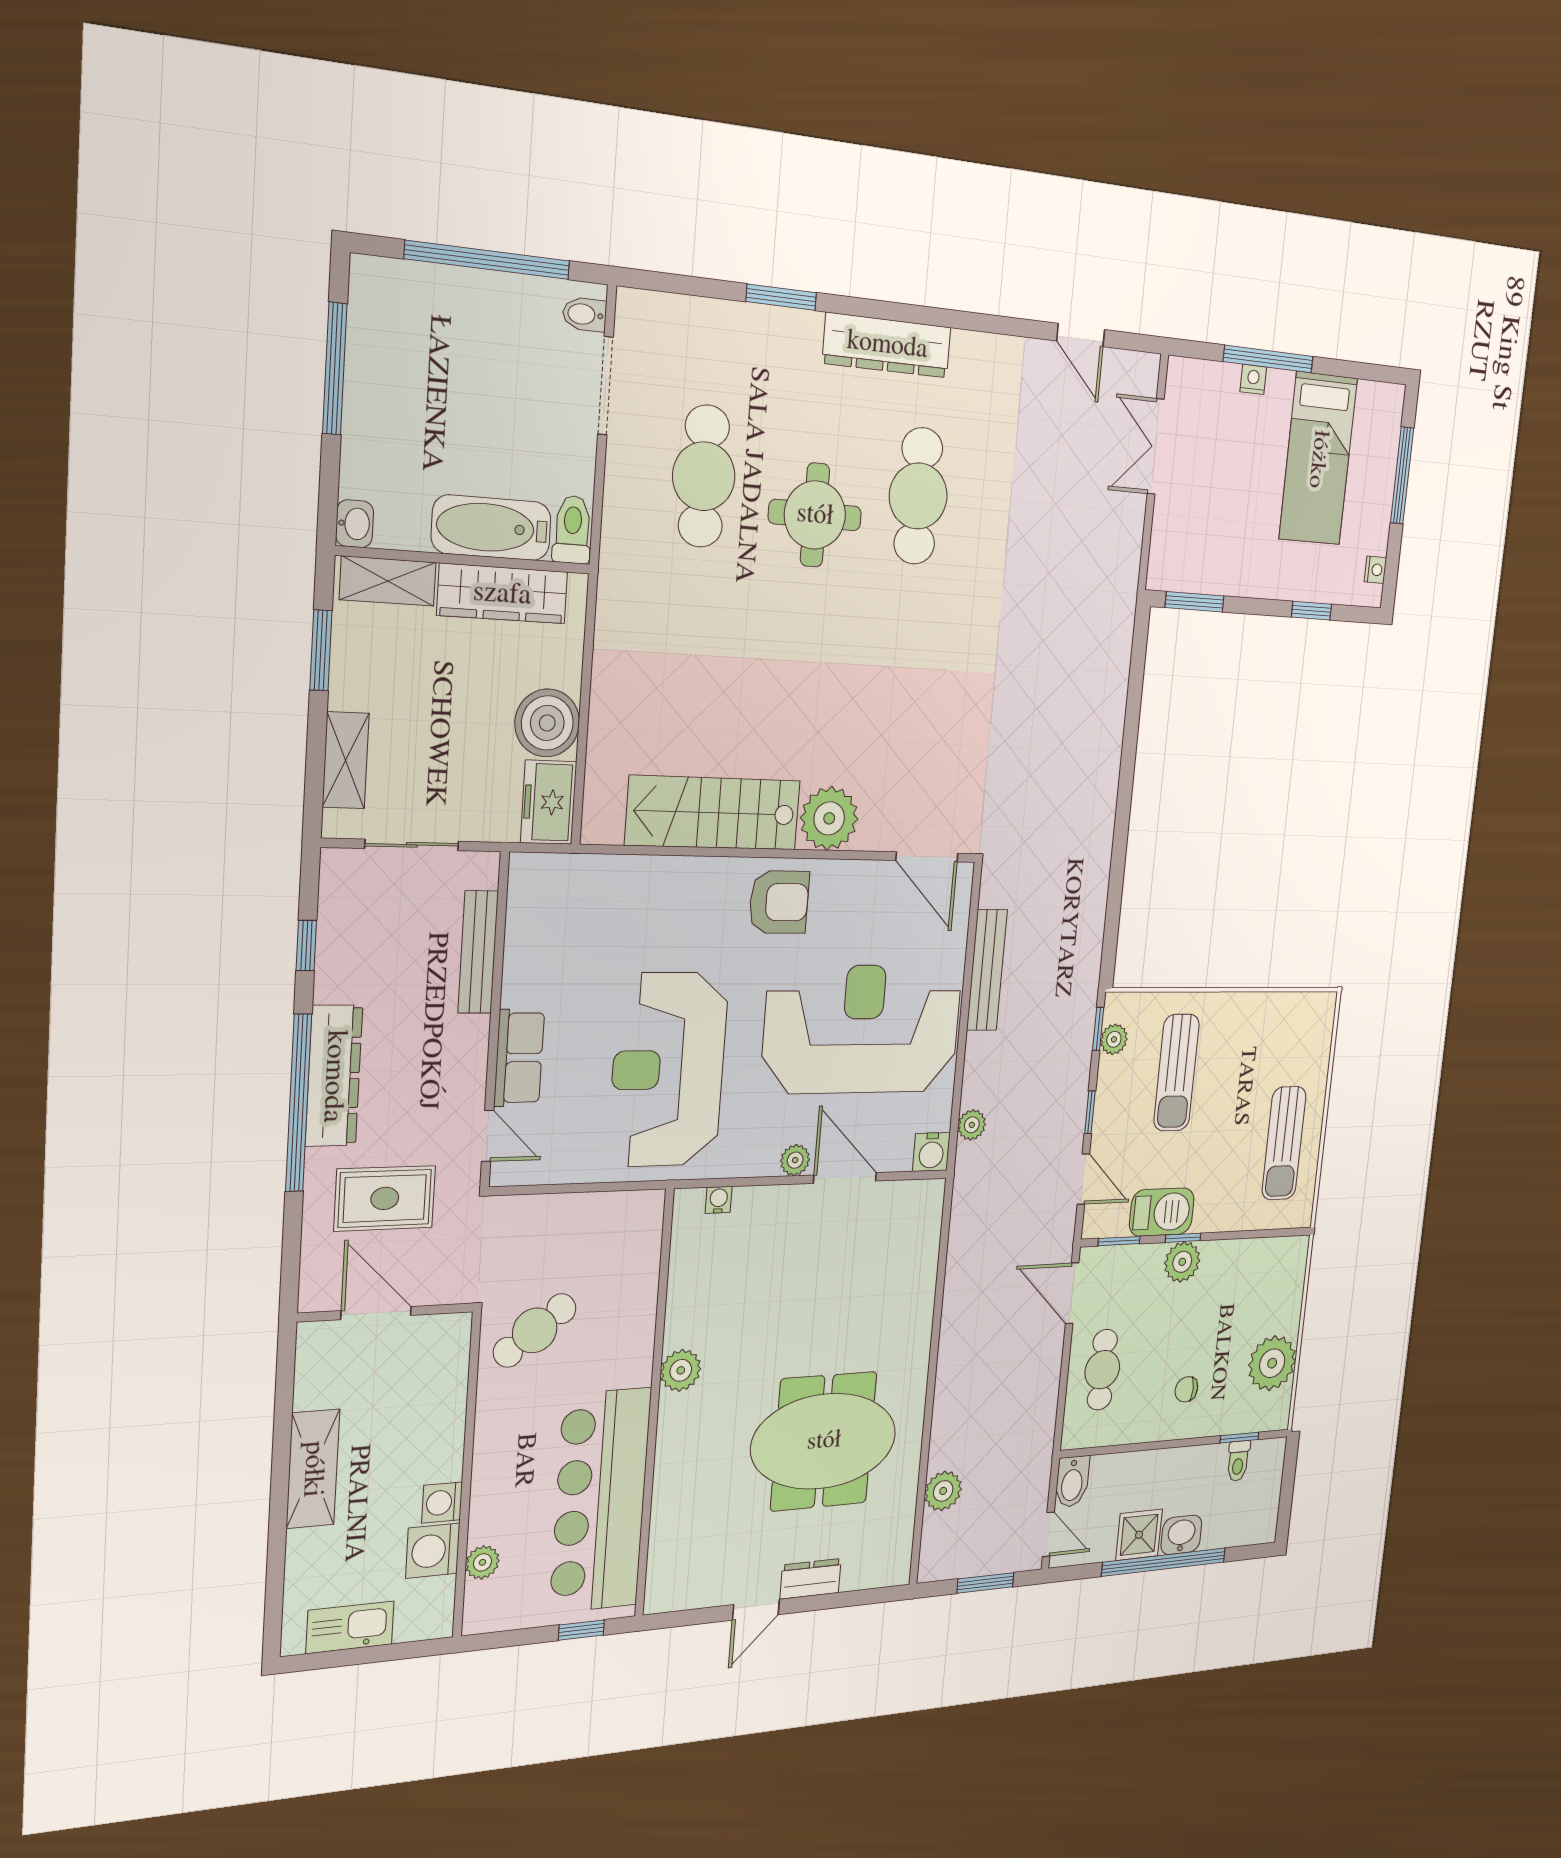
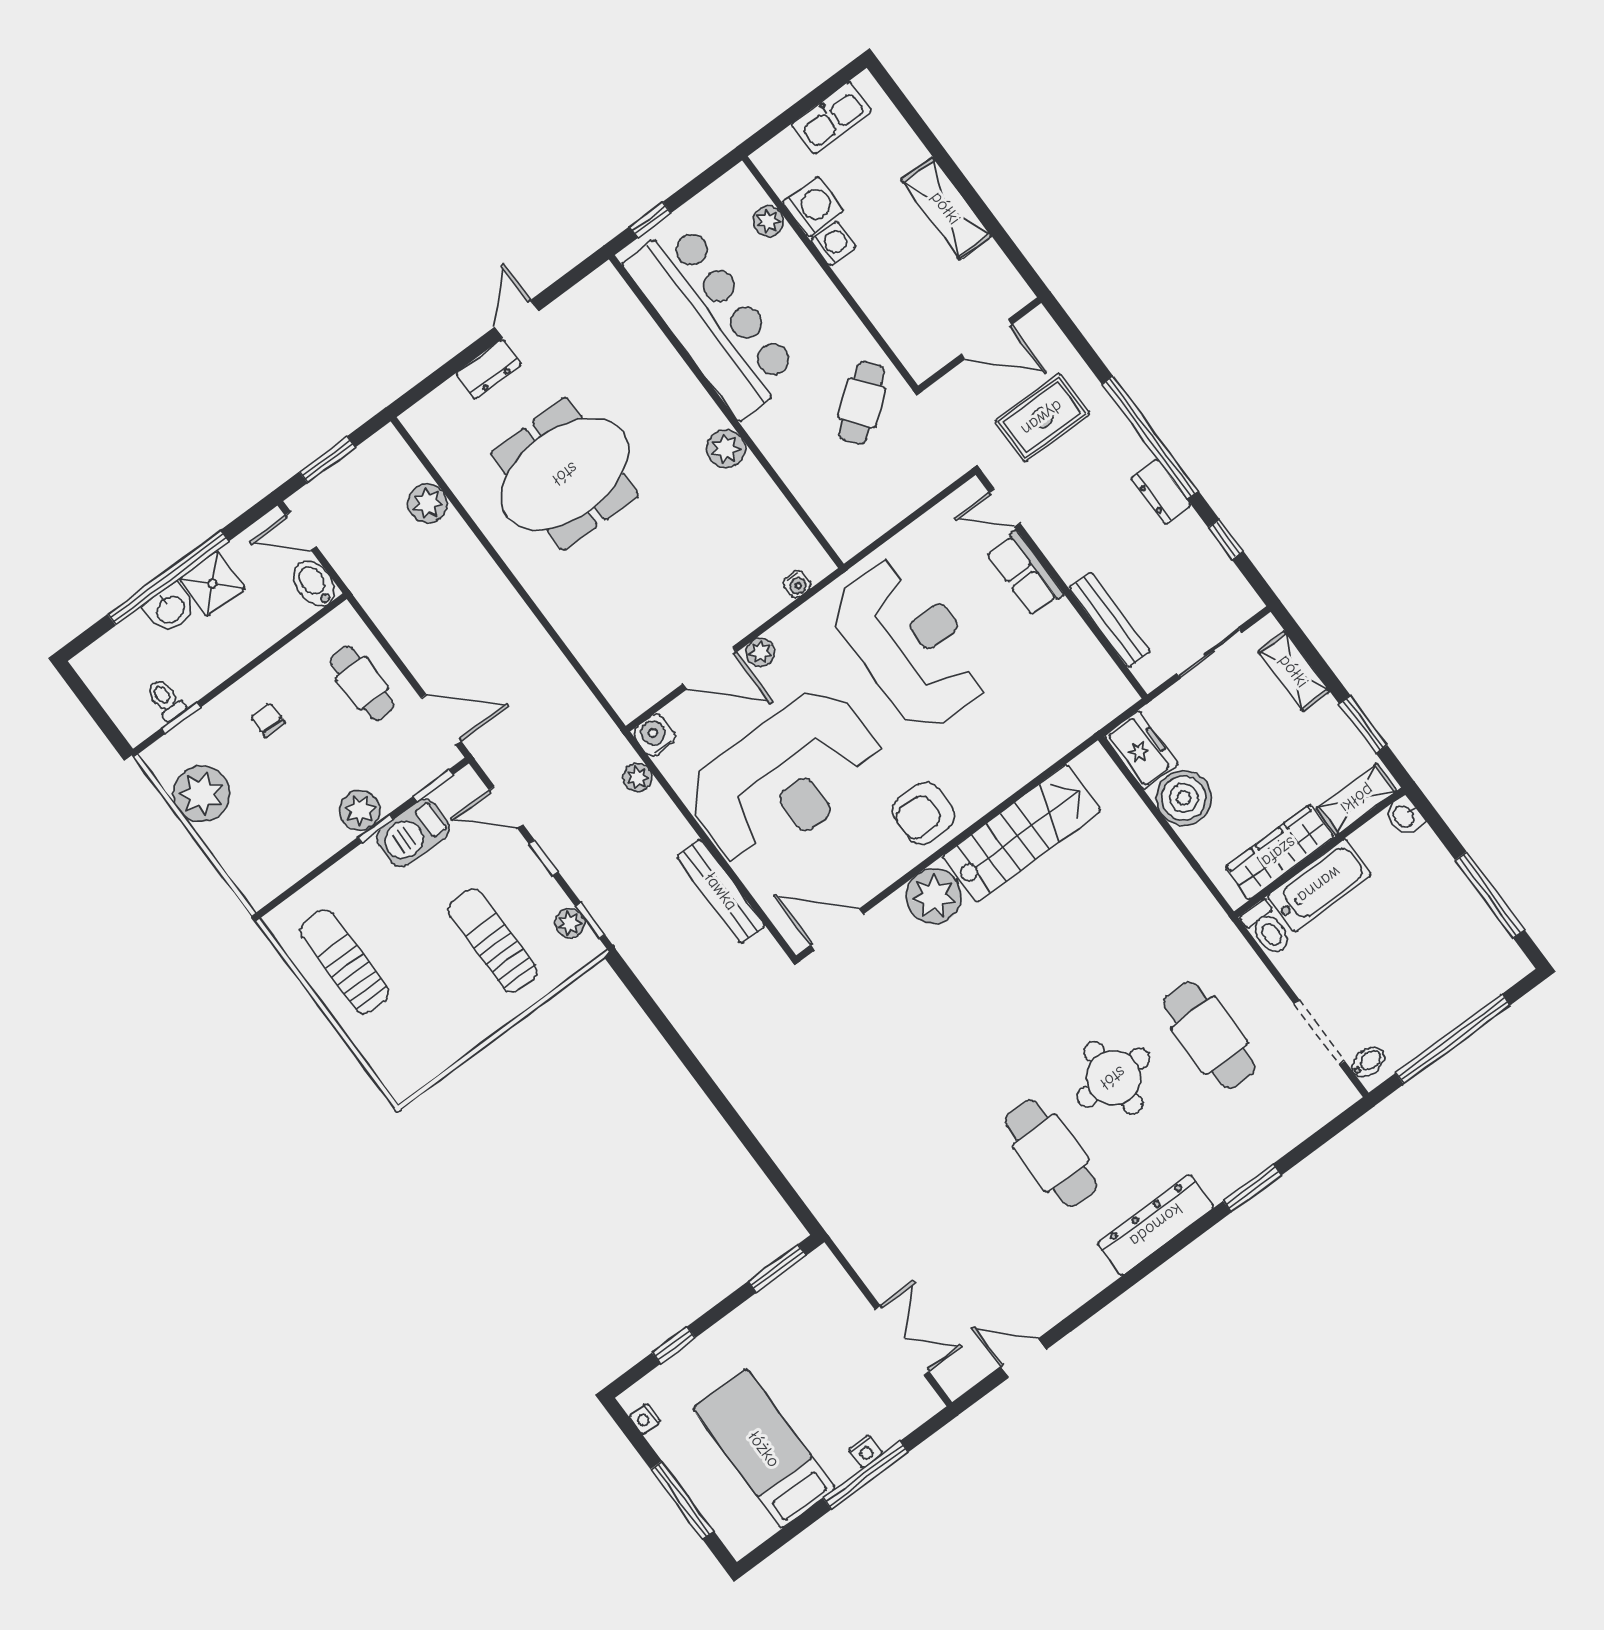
dresser: (334, 1076) -> (1161, 492), width x0.51, depth x0.80
chair: (1186, 1389) -> (268, 720), turned -90

